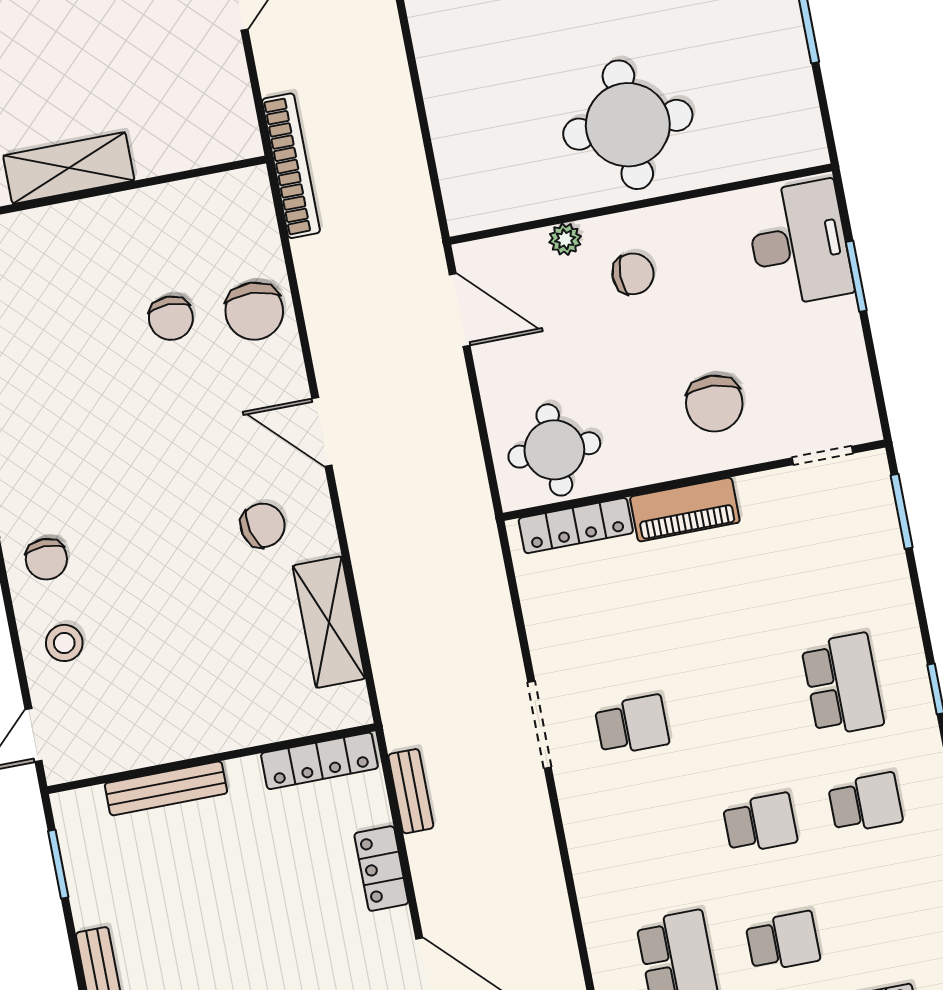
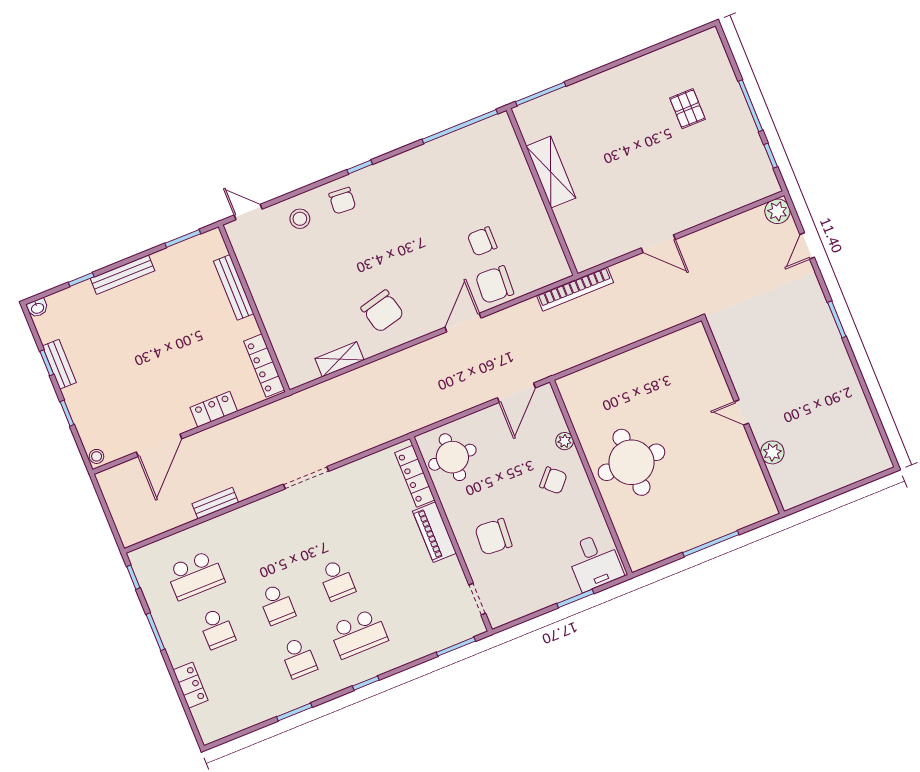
desk: (799, 243) -> (594, 562), width x0.73
chair: (633, 274) -> (553, 480), turned -48
door: (322, 432) -> (463, 323), moved
chair: (263, 525) -> (382, 311), width x1.37, depth x1.37
chair: (46, 559) -> (342, 201), turned -86
shelving: (329, 622) -> (340, 359), width x0.67, depth x0.75
school desk: (632, 725) -> (337, 580), moved
bench: (411, 791) -> (215, 503), moved

